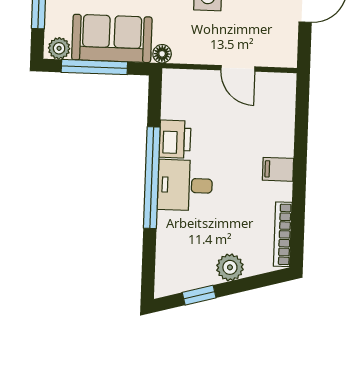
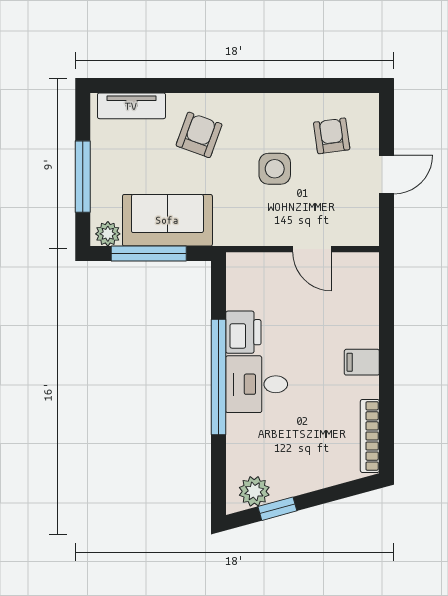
floor lamp: (162, 54) -> (225, 236), removed
plant: (230, 267) -> (254, 491), moved

